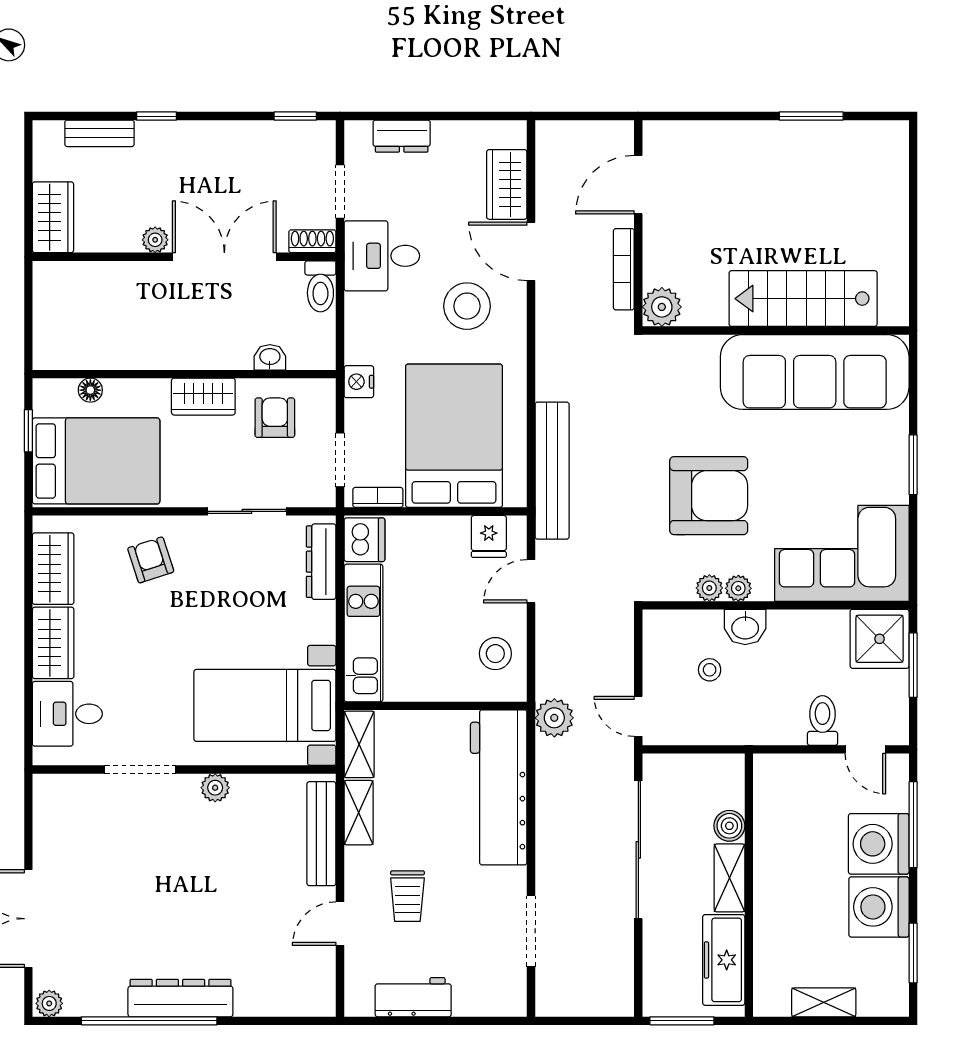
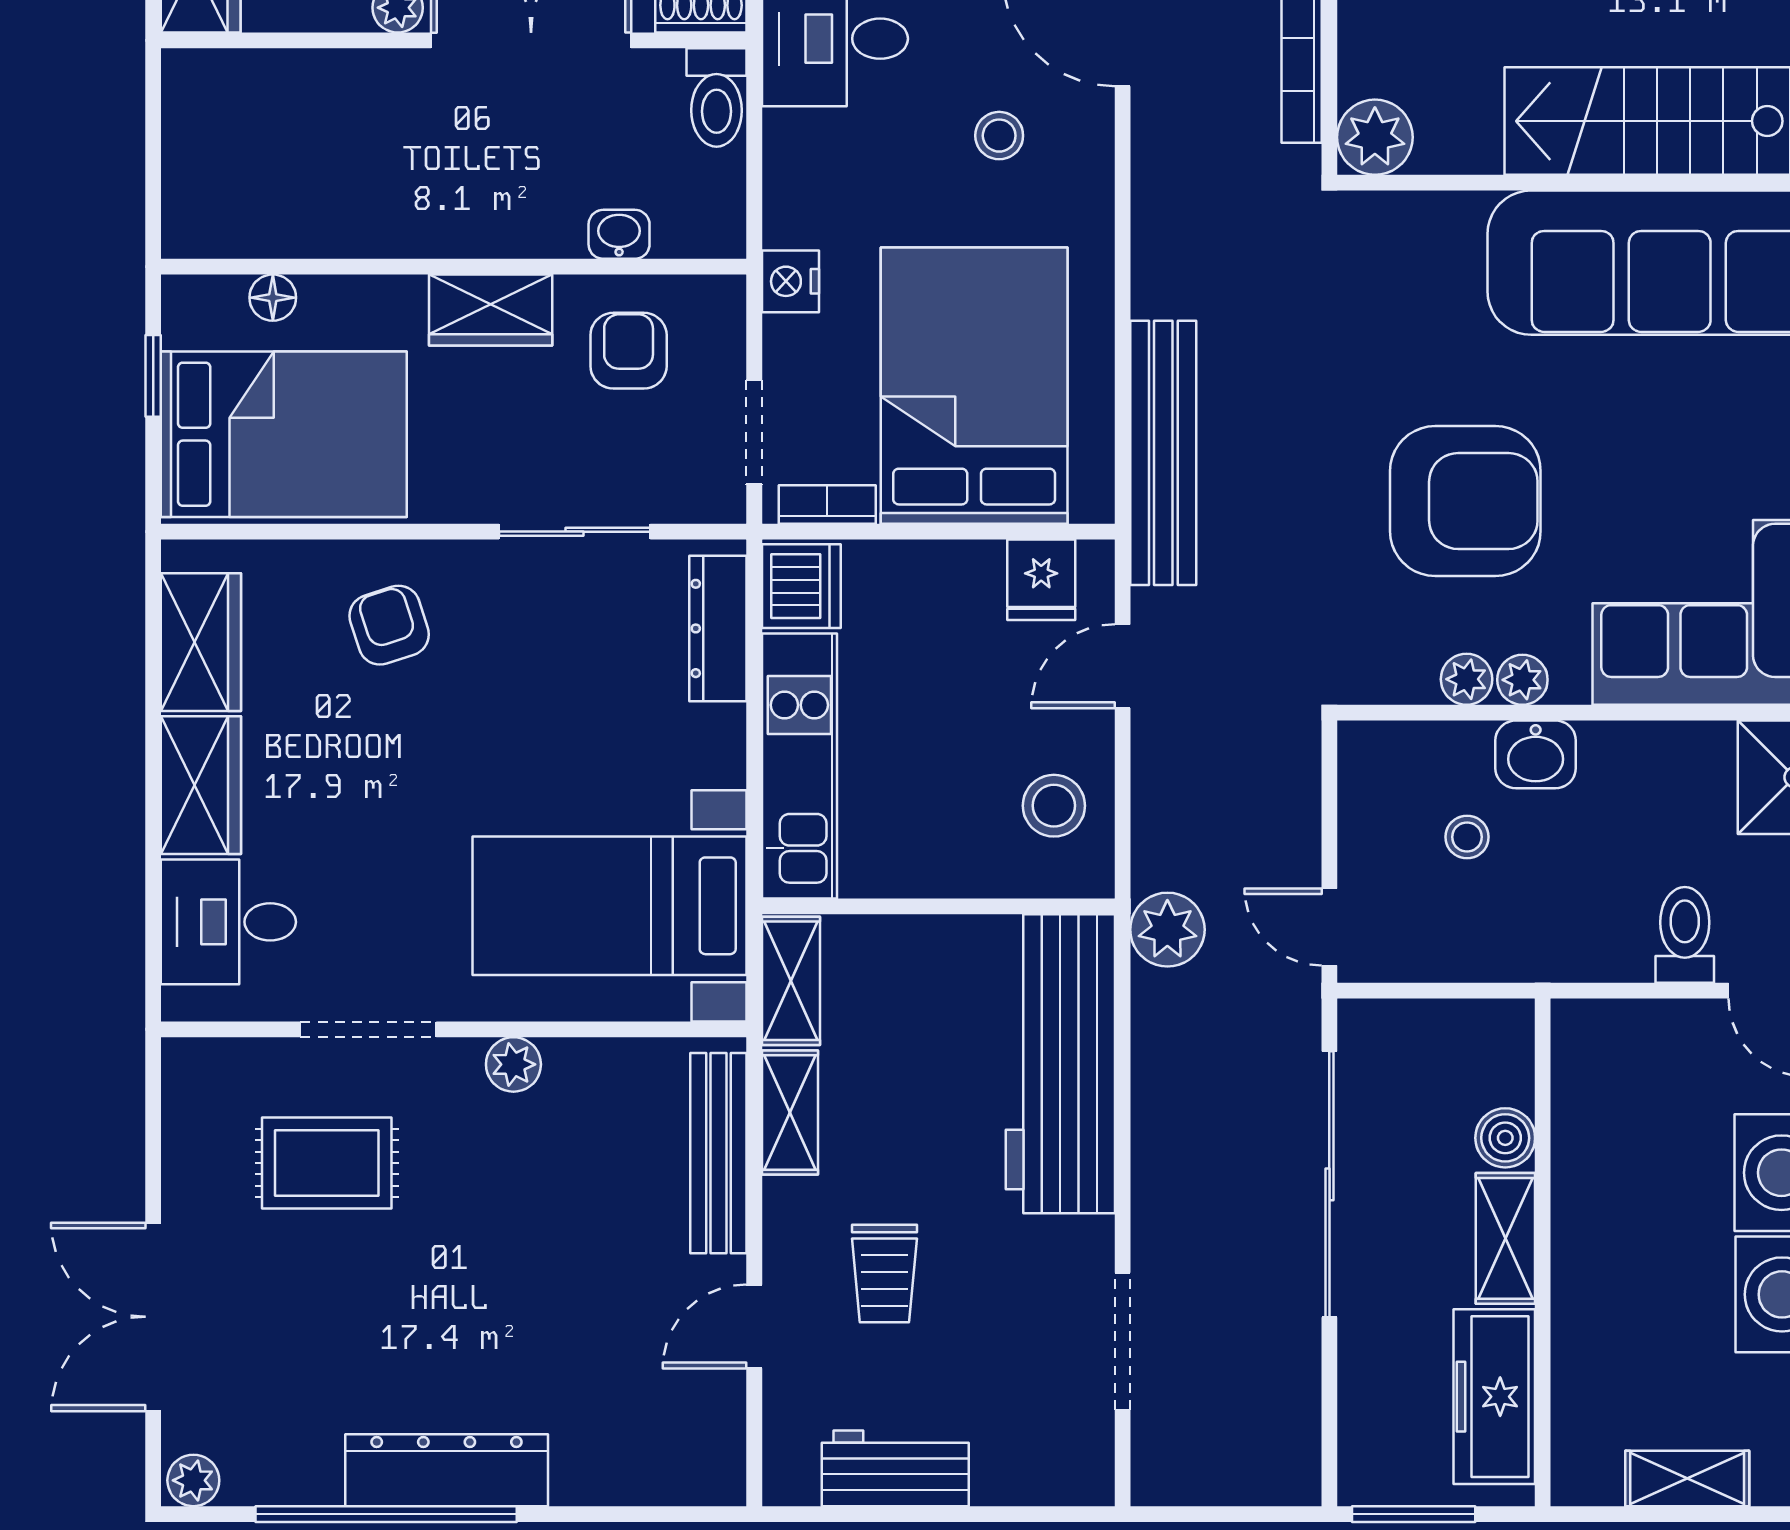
stool: (467, 306) -> (999, 136), width x0.53, depth x0.53
rug: (118, 839) -> (327, 1163), added

